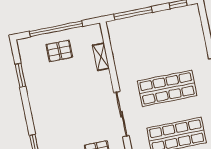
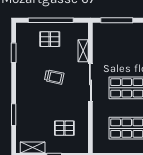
trolley: (73, 94) -> (54, 77), added
sliding door: (121, 114) -> (90, 82), moved

